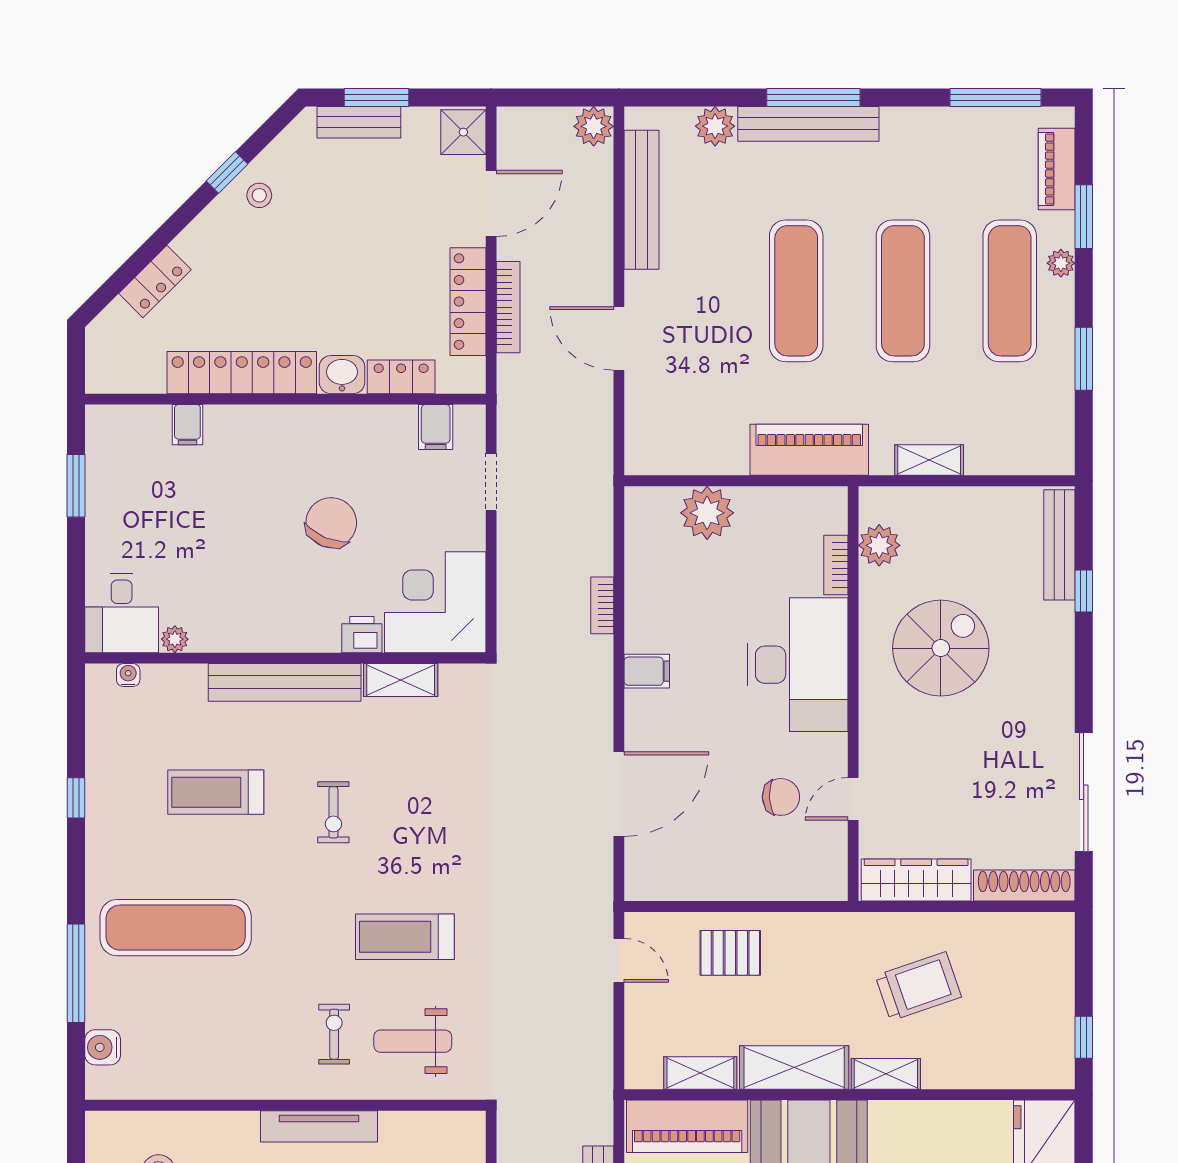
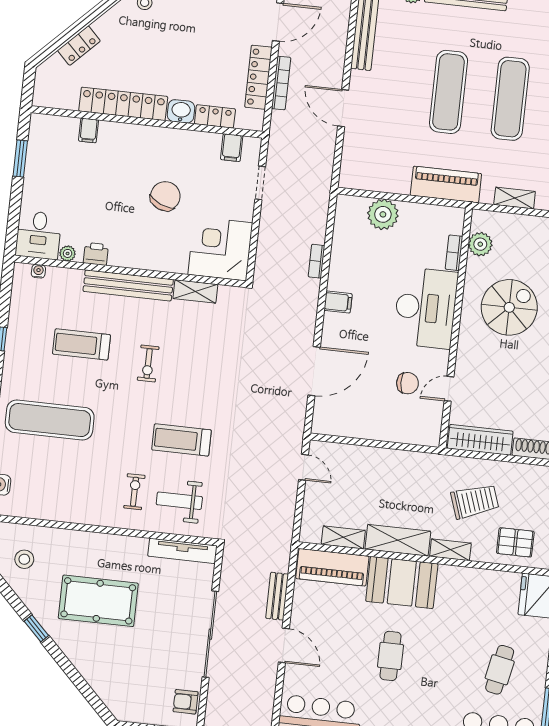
printer: (362, 635) -> (96, 254), moved
pallet: (730, 953) -> (515, 542), moved
tv unit: (319, 1126) -> (182, 551), moved

